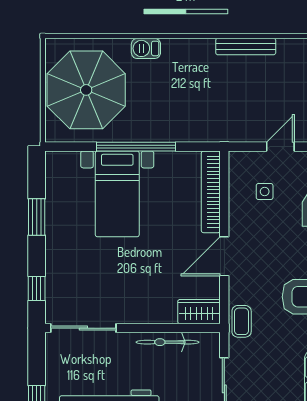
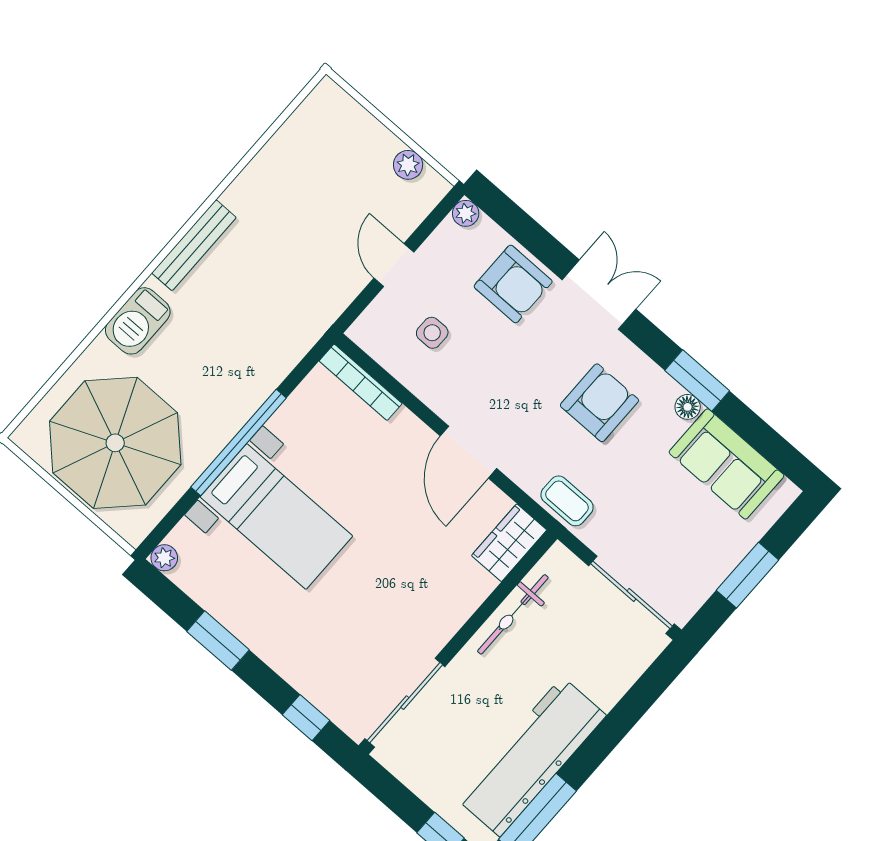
bench: (246, 47) -> (194, 245), moved
barbecue: (146, 48) -> (138, 321), width x1.38, depth x1.27
plant: (53, 159) -> (164, 558), added
bookcase: (211, 192) -> (361, 382), width x0.68, depth x0.76

